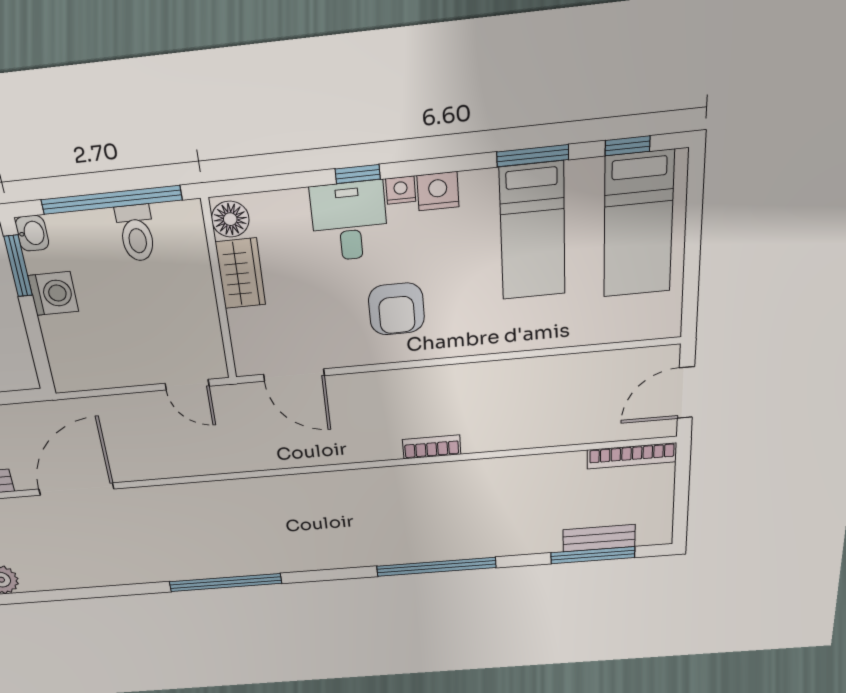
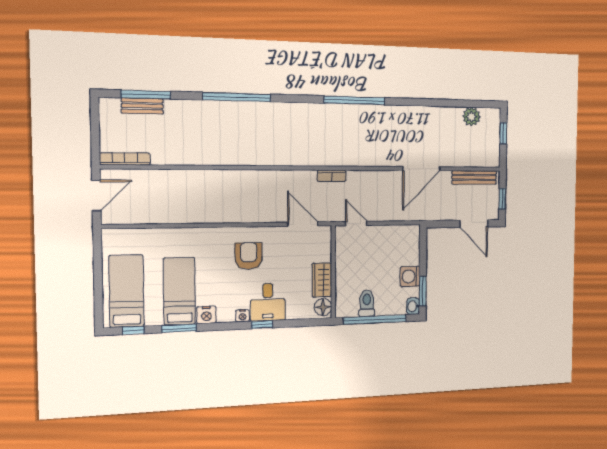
nightstand: (438, 191) -> (206, 315), moved
bookcase: (432, 447) -> (332, 176), moved

